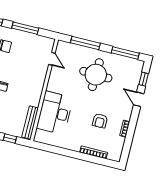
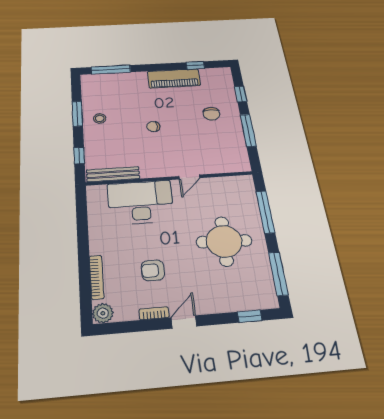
door: (52, 59) -> (189, 177), moved
door: (139, 99) -> (184, 322), moved
plant: (115, 155) -> (103, 313), added

